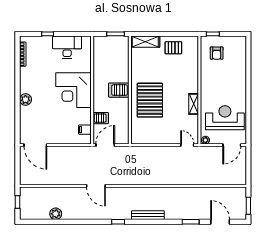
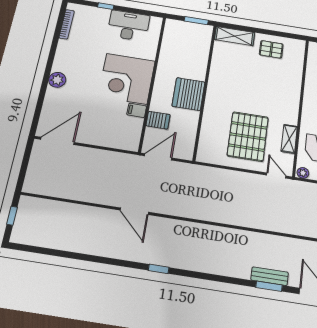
server rack: (119, 90) -> (188, 94), width x1.60
pallet: (150, 100) -> (248, 136), moved
shelving: (194, 104) -> (289, 139), moved
filing cabinet: (85, 130) -> (137, 110), moved
door: (35, 145) -> (57, 141), swing flipped
plant: (56, 214) -> (66, 242), removed
bench: (148, 215) -> (270, 276), moved, width x0.73

